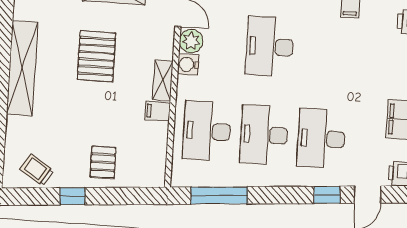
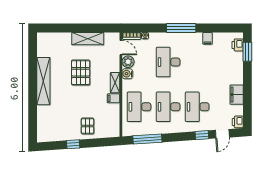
trolley: (37, 170) -> (54, 132), removed

